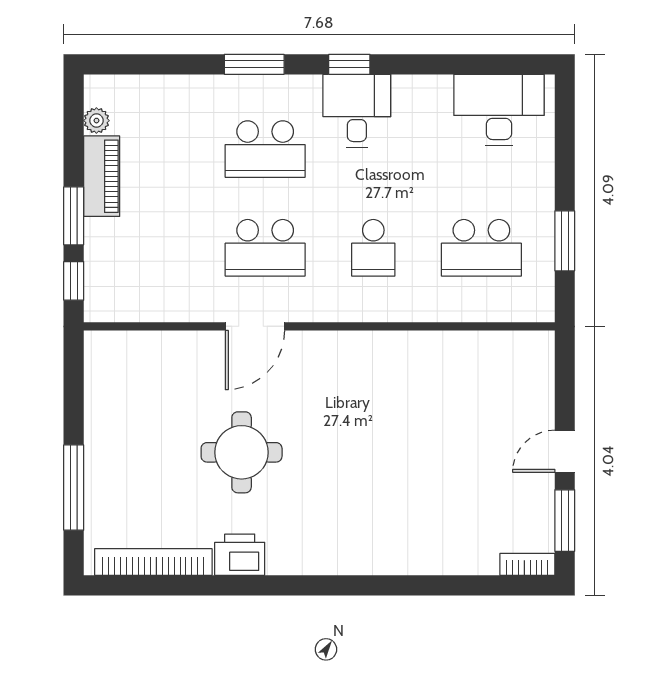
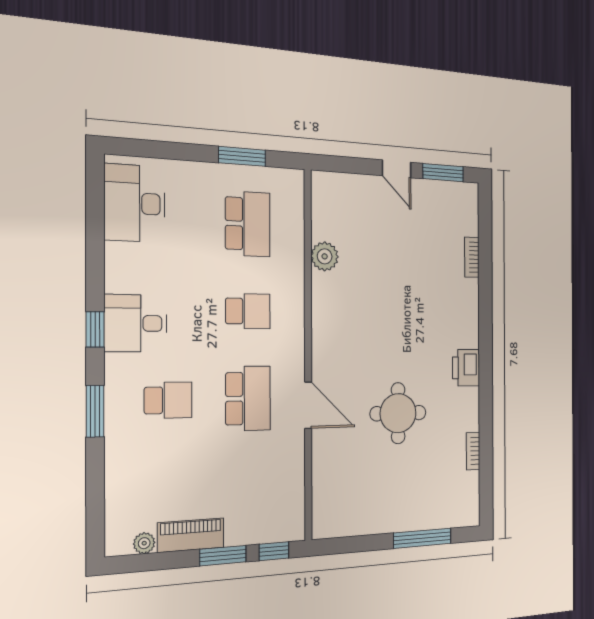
school desk: (265, 149) -> (168, 400), width x0.54
plant: (445, 349) -> (325, 256), added
printer: (240, 555) -> (466, 368), moved
bookcase: (153, 562) -> (473, 451), width x0.43, depth x0.76
bookcase: (527, 564) -> (472, 257), moved

